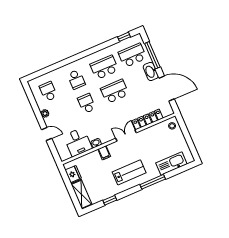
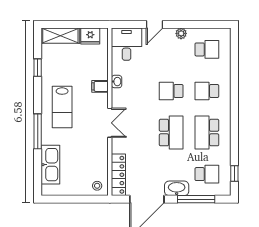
school desk: (132, 55) -> (207, 174), width x0.54
school desk: (104, 67) -> (207, 133), turned 180
school desk: (87, 103) -> (171, 91), turned 180
locker: (148, 119) -> (118, 175), moved
desk: (78, 142) -> (126, 44), moved, turned 90

